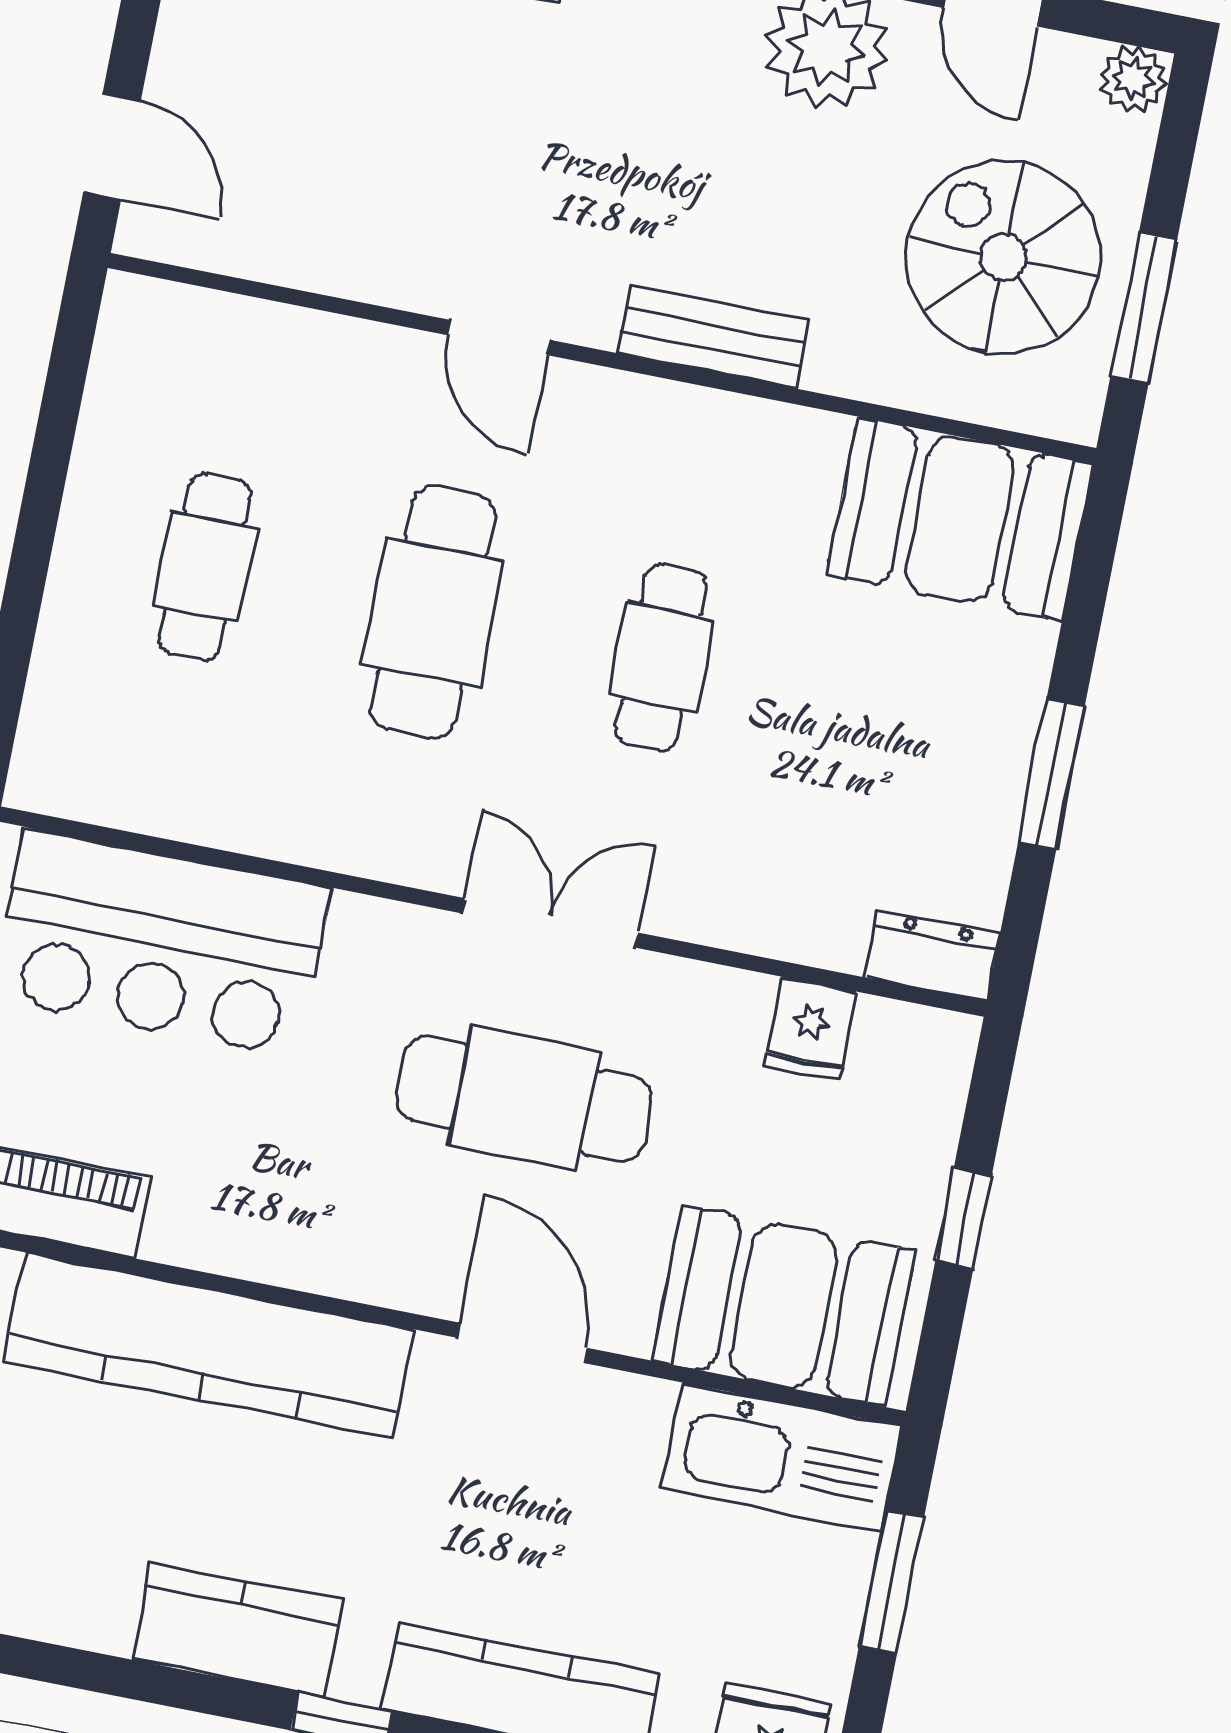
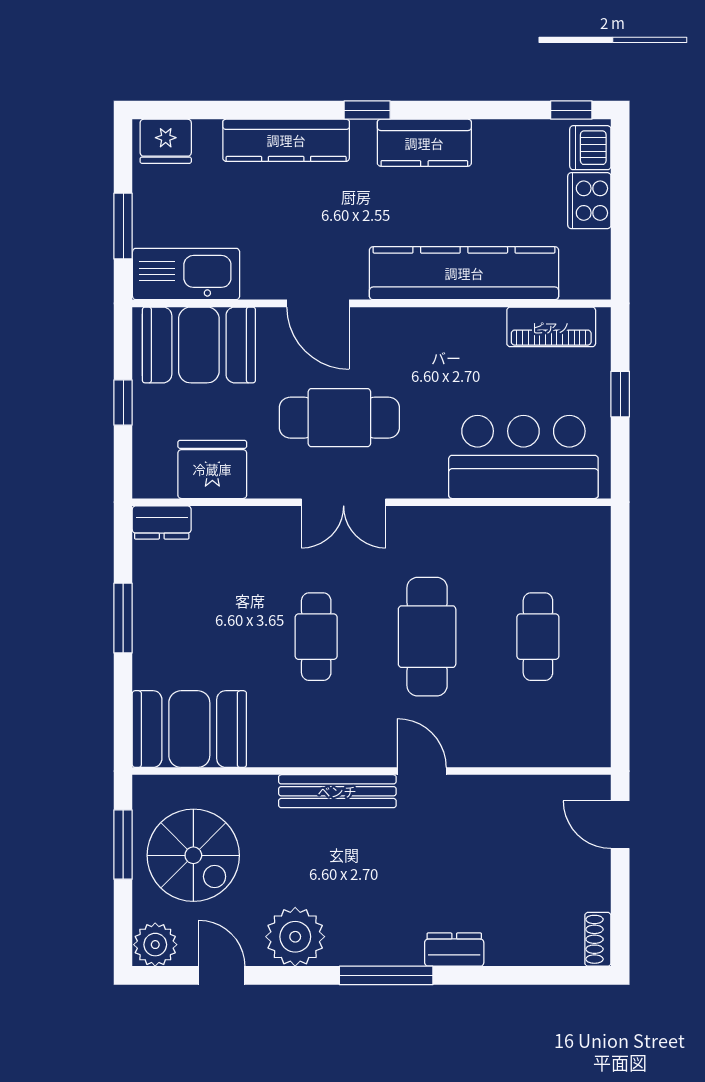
plant: (1133, 79) -> (155, 945), width x1.38, depth x1.38
bench: (713, 337) -> (337, 791), width x1.36
fridge: (810, 1029) -> (212, 469), width x1.88, depth x1.34

